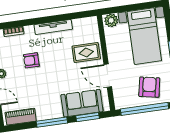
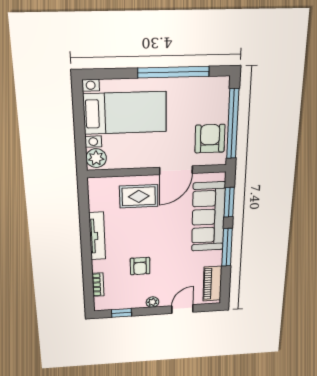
rug: (86, 53) -> (139, 196), turned 90
armchair: (149, 87) -> (210, 139), moved, turned 79
sofa: (82, 103) -> (208, 217), width x1.36

